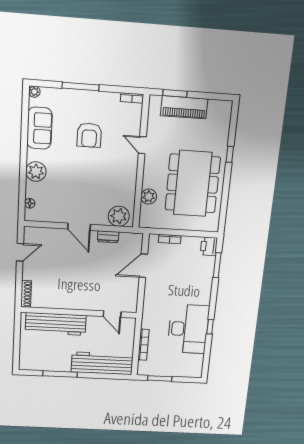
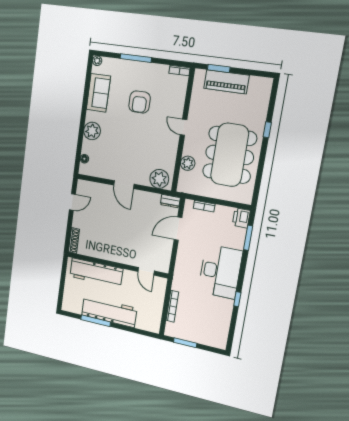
door: (142, 145) -> (184, 127), moved
dresser: (108, 237) -> (170, 201), moved
desk: (188, 329) -> (220, 271), moved
workbench: (102, 363) -> (109, 312), moved

